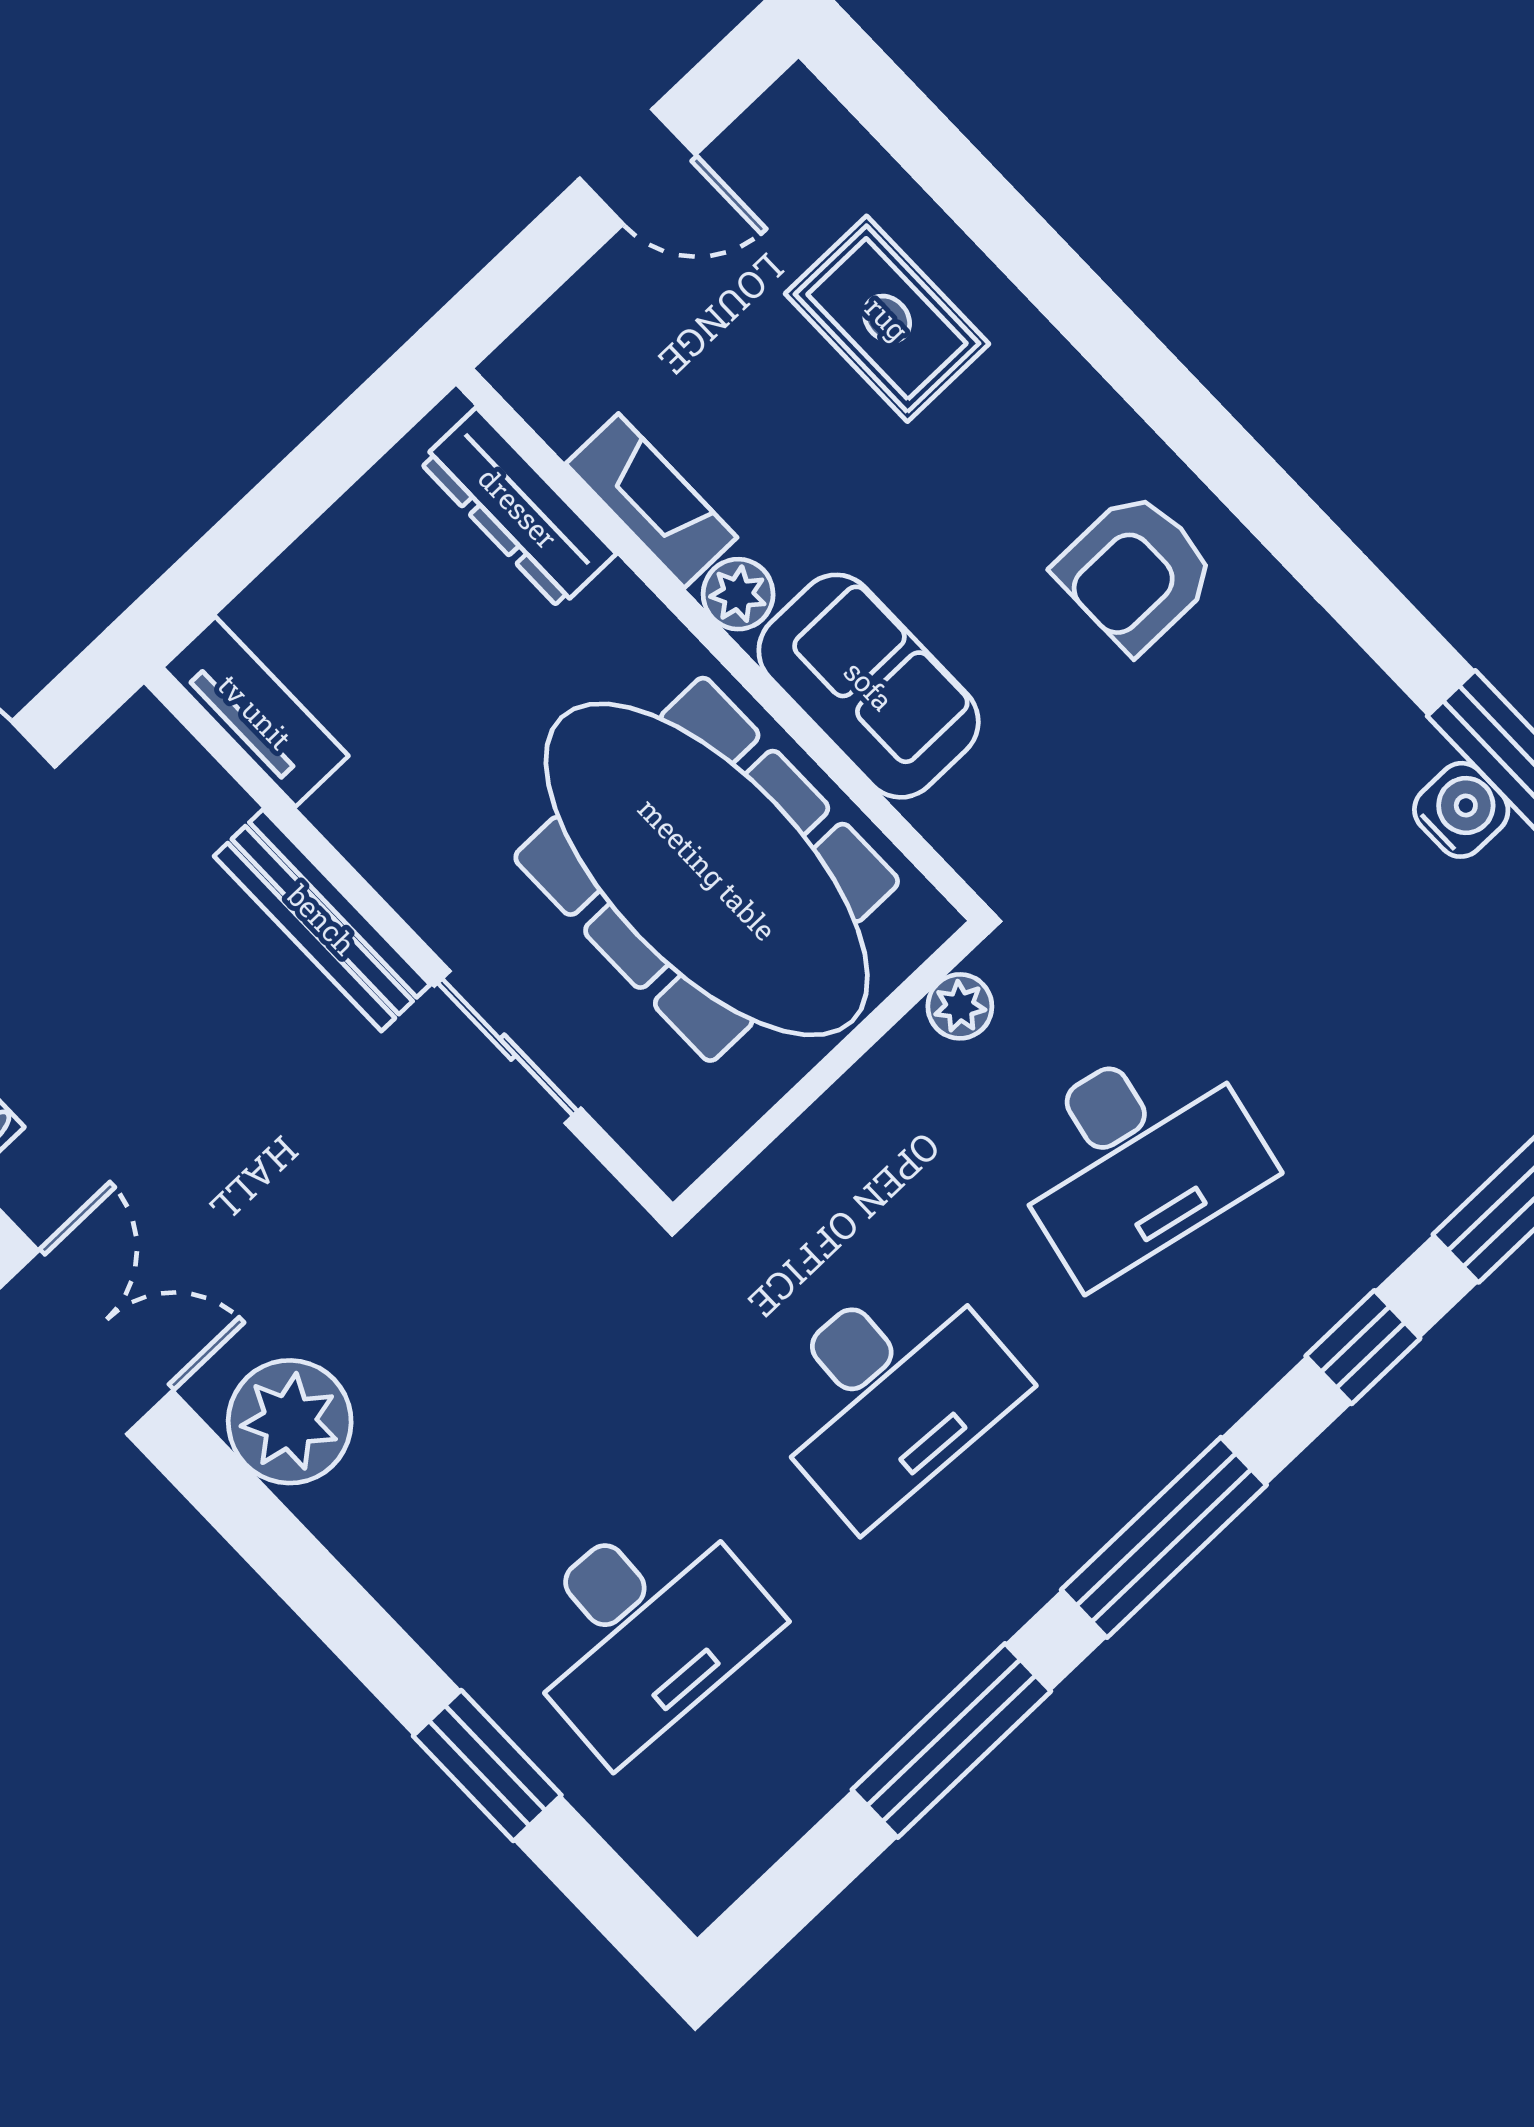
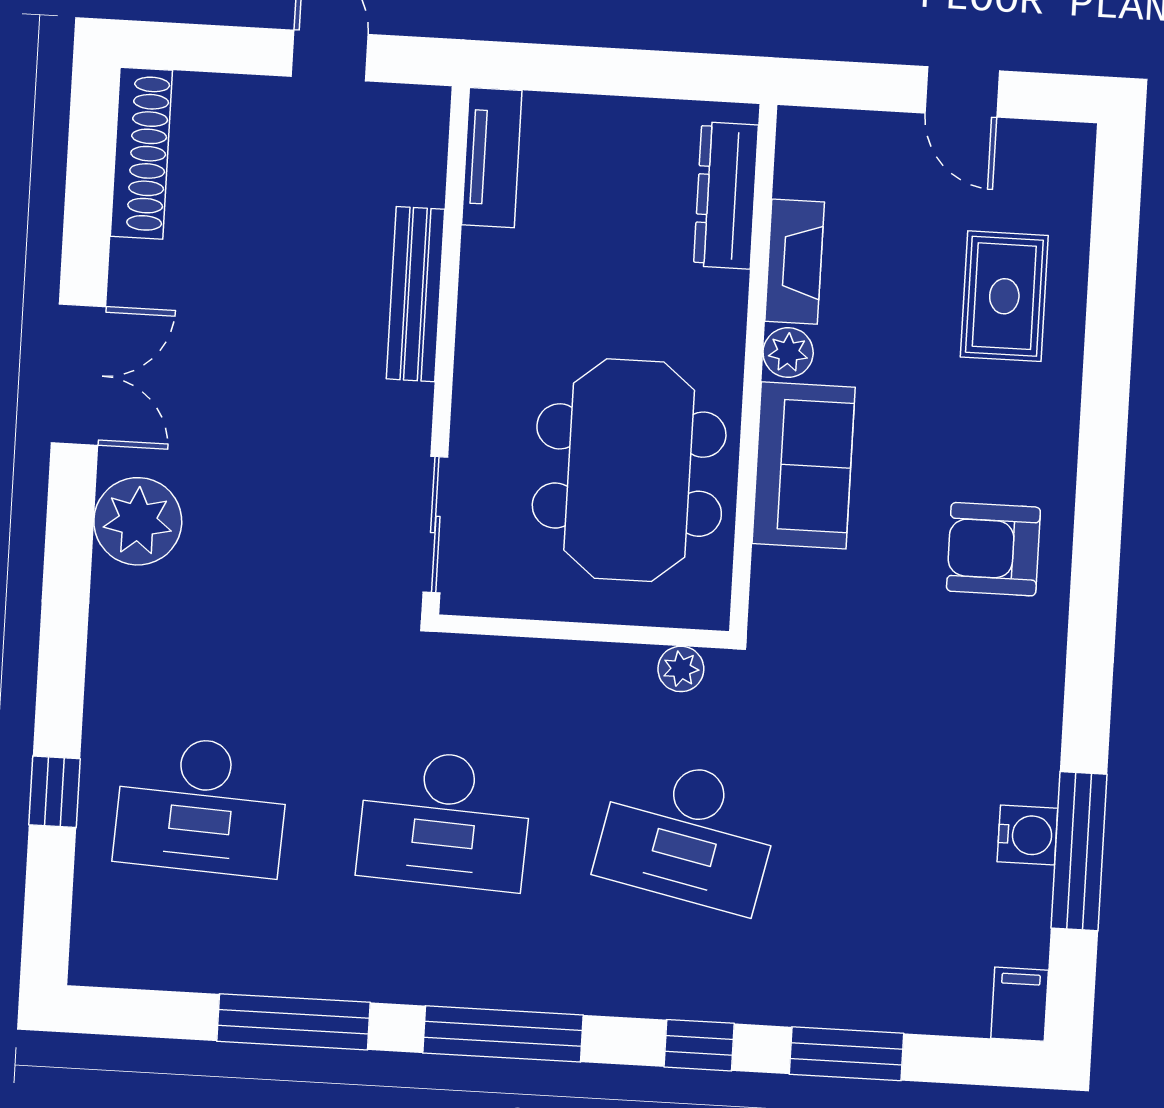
meeting table: (707, 869) -> (629, 470), width x0.73
sliding door: (508, 1047) -> (435, 524), moved
window: (487, 1766) -> (55, 792), width x0.67

